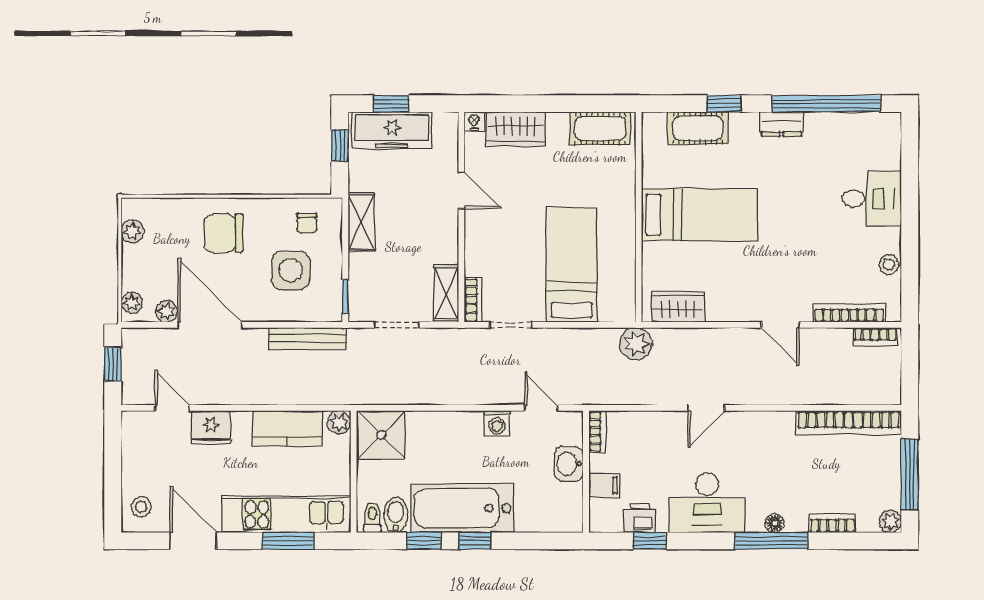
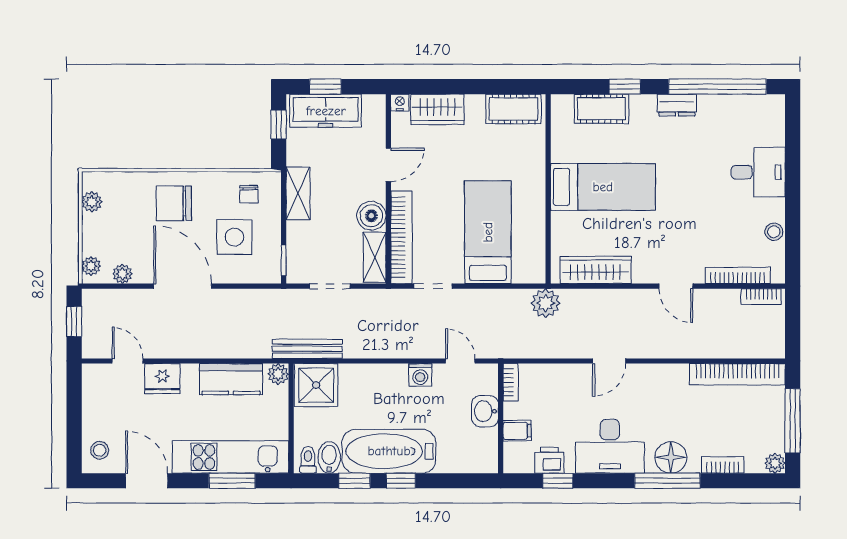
door: (461, 190) -> (388, 165), hinge flipped
boiler: (443, 247) -> (371, 216), added
bookcase: (473, 300) -> (401, 237), width x2.31, depth x1.31
wardrobe: (678, 307) -> (596, 270), width x1.50
door: (210, 325) -> (183, 286), moved
bench: (308, 339) -> (307, 349), moved
floor lamp: (775, 523) -> (671, 457), width x1.89, depth x1.89

